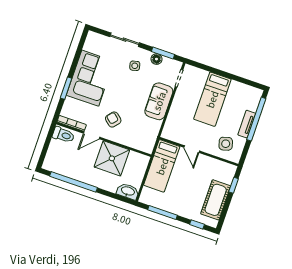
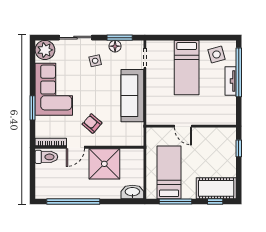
plant: (94, 41) -> (45, 50), added
sofa: (159, 101) -> (132, 96), width x1.36
side table: (226, 144) -> (217, 54), moved
bed: (162, 166) -> (169, 172), moved, turned 180
cot: (216, 200) -> (216, 188), moved, turned 90

